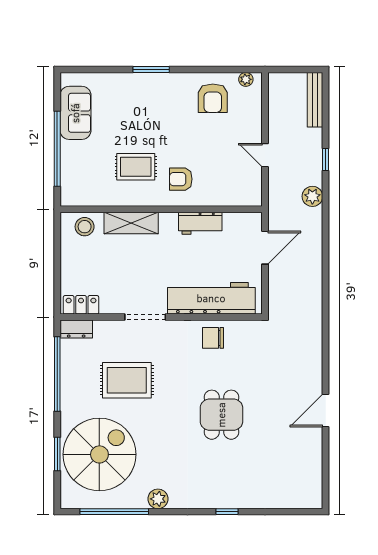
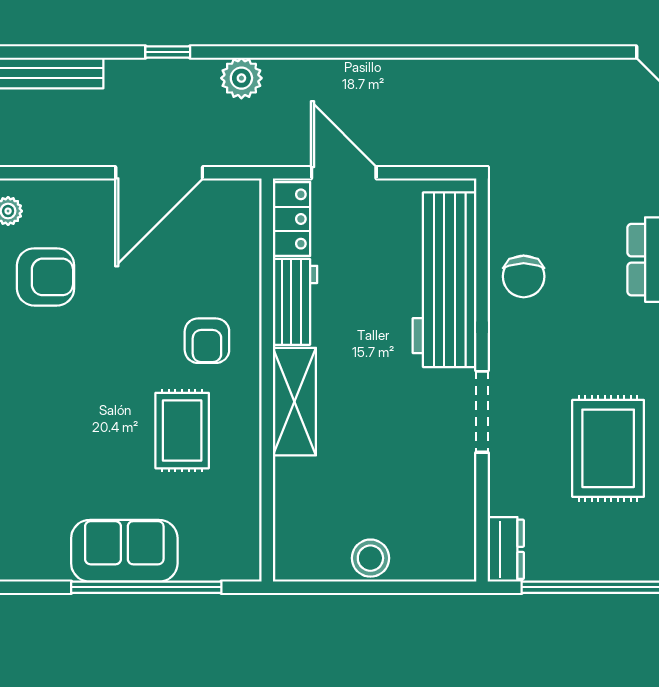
sofa: (75, 113) -> (124, 551), moved
door: (265, 155) -> (159, 173), width x1.87
shelving: (131, 223) -> (294, 402), moved
stool: (85, 227) -> (370, 558), moved
locker: (81, 305) -> (292, 219), moved, turned 180

